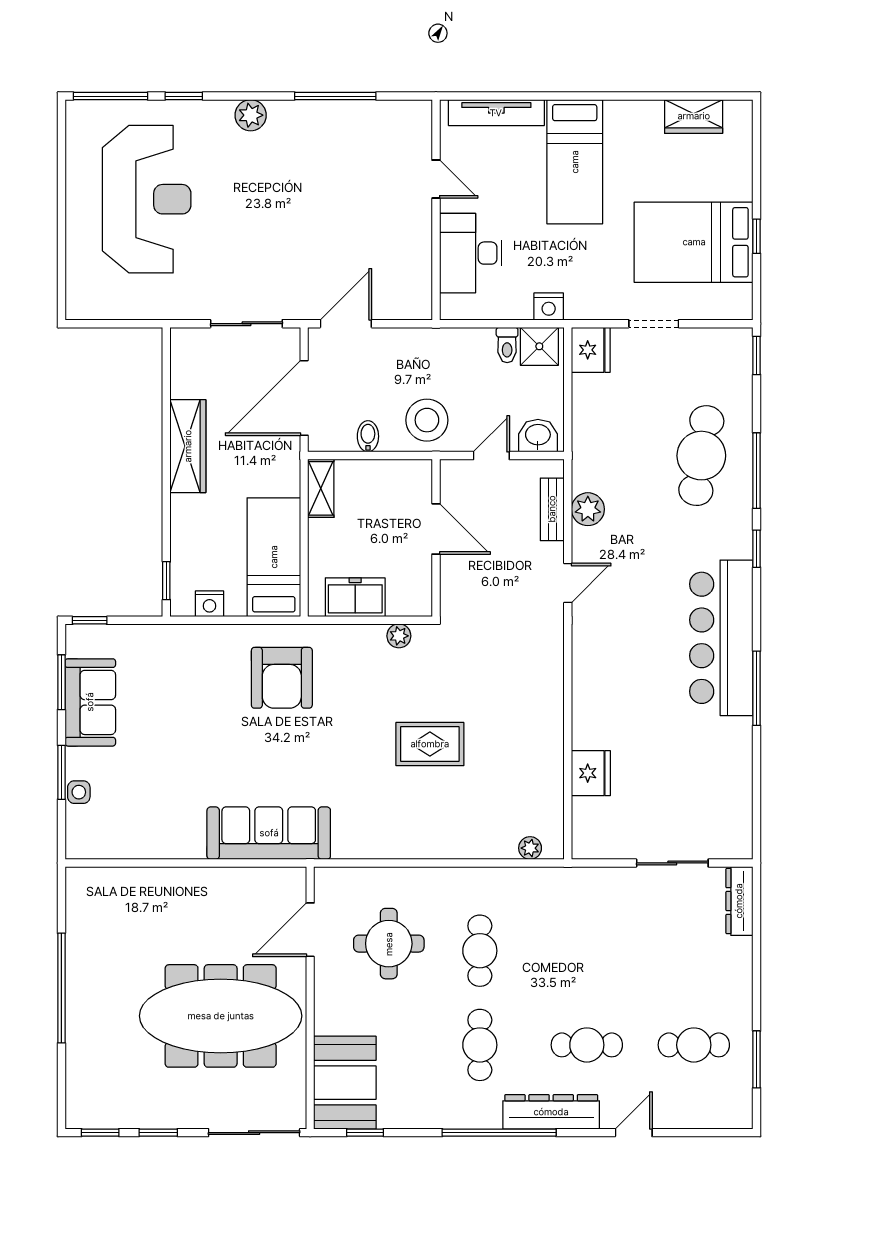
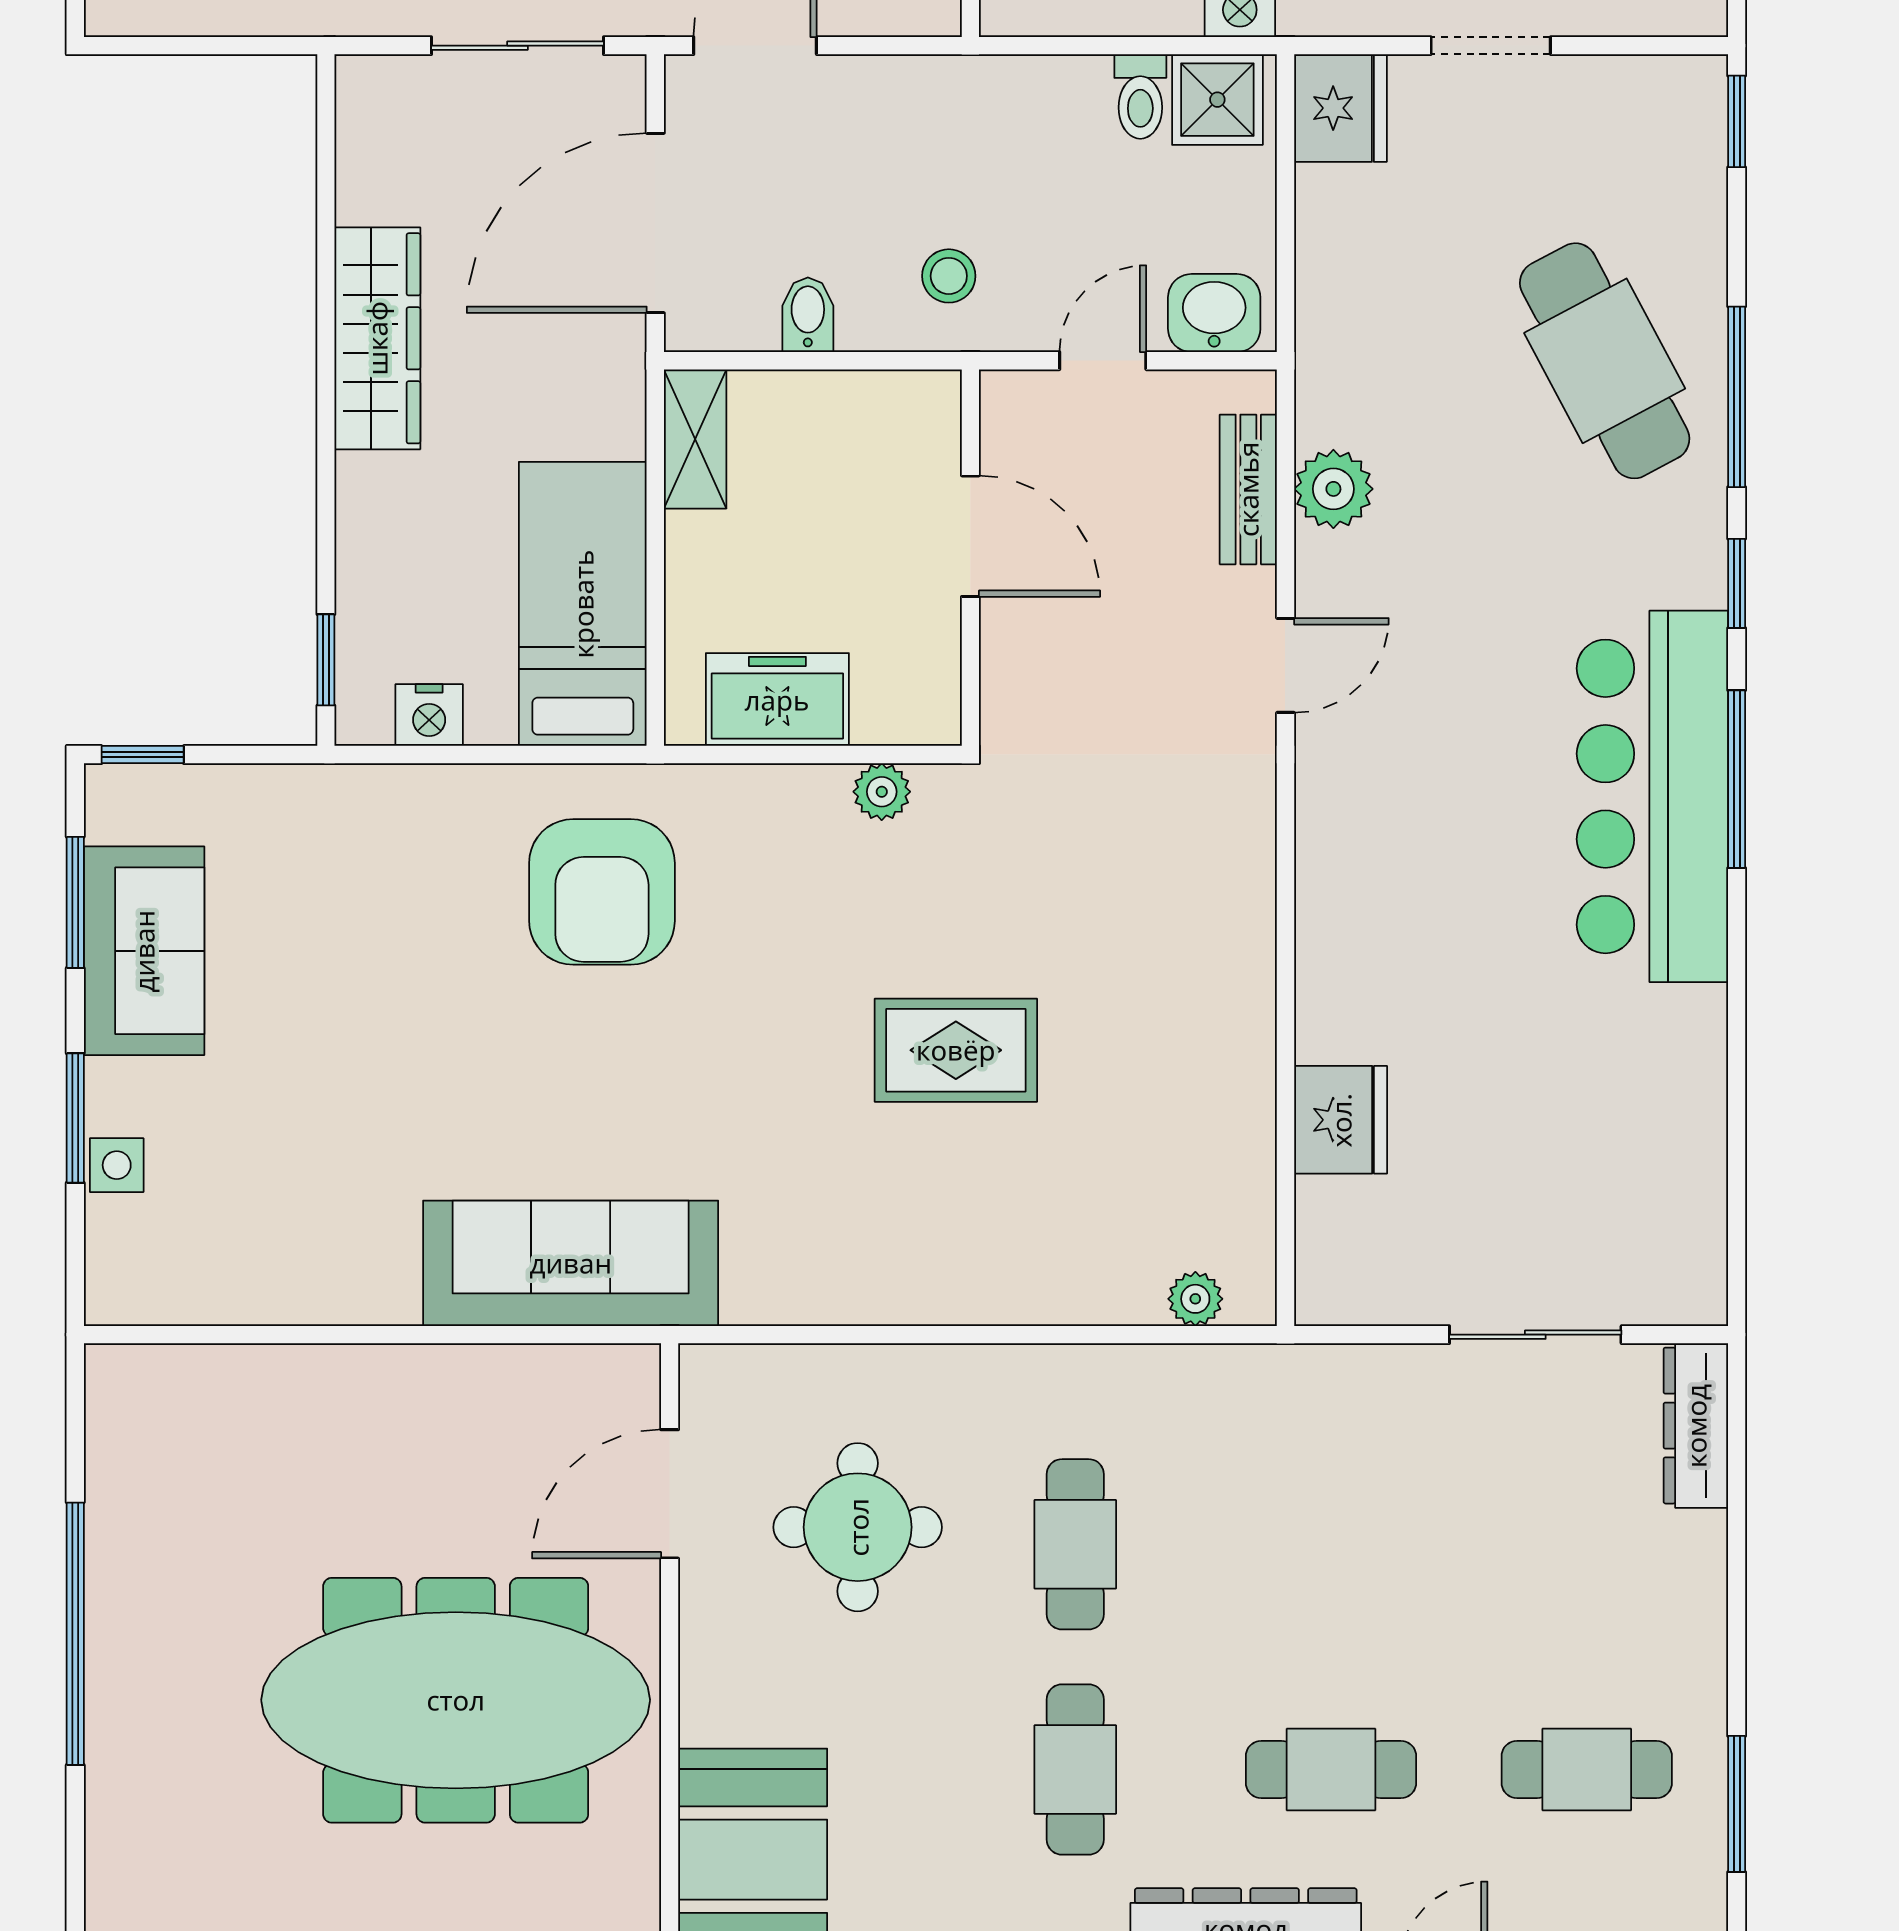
stool: (427, 420) -> (949, 276), width x0.53, depth x0.53
cafe table: (701, 456) -> (1605, 361), turned -37
window: (757, 688) -> (1737, 779), moved

